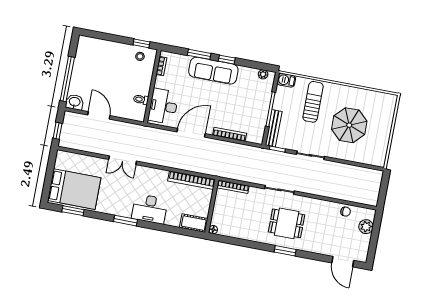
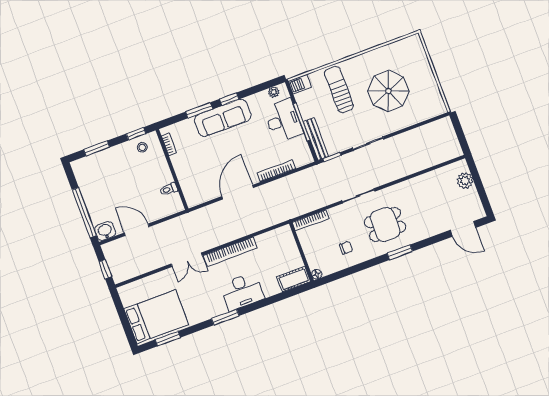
window: (105, 37) -> (97, 148), added
desk: (163, 106) -> (283, 121), moved, turned 180
bookcase: (191, 180) -> (230, 252), moved
chair: (346, 212) -> (346, 248), moved

